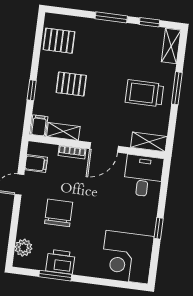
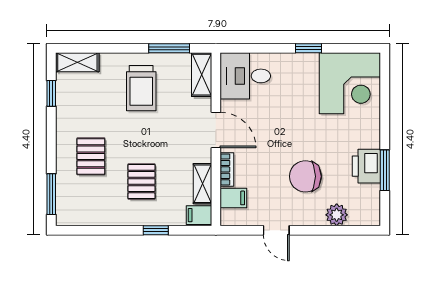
window: (111, 17) -> (51, 194), moved
pallet: (59, 41) -> (91, 156), moved
window: (177, 88) -> (169, 48), moved
filing cabinet: (36, 164) -> (233, 198), moved, turned 90
plant: (24, 248) -> (337, 215), moved

